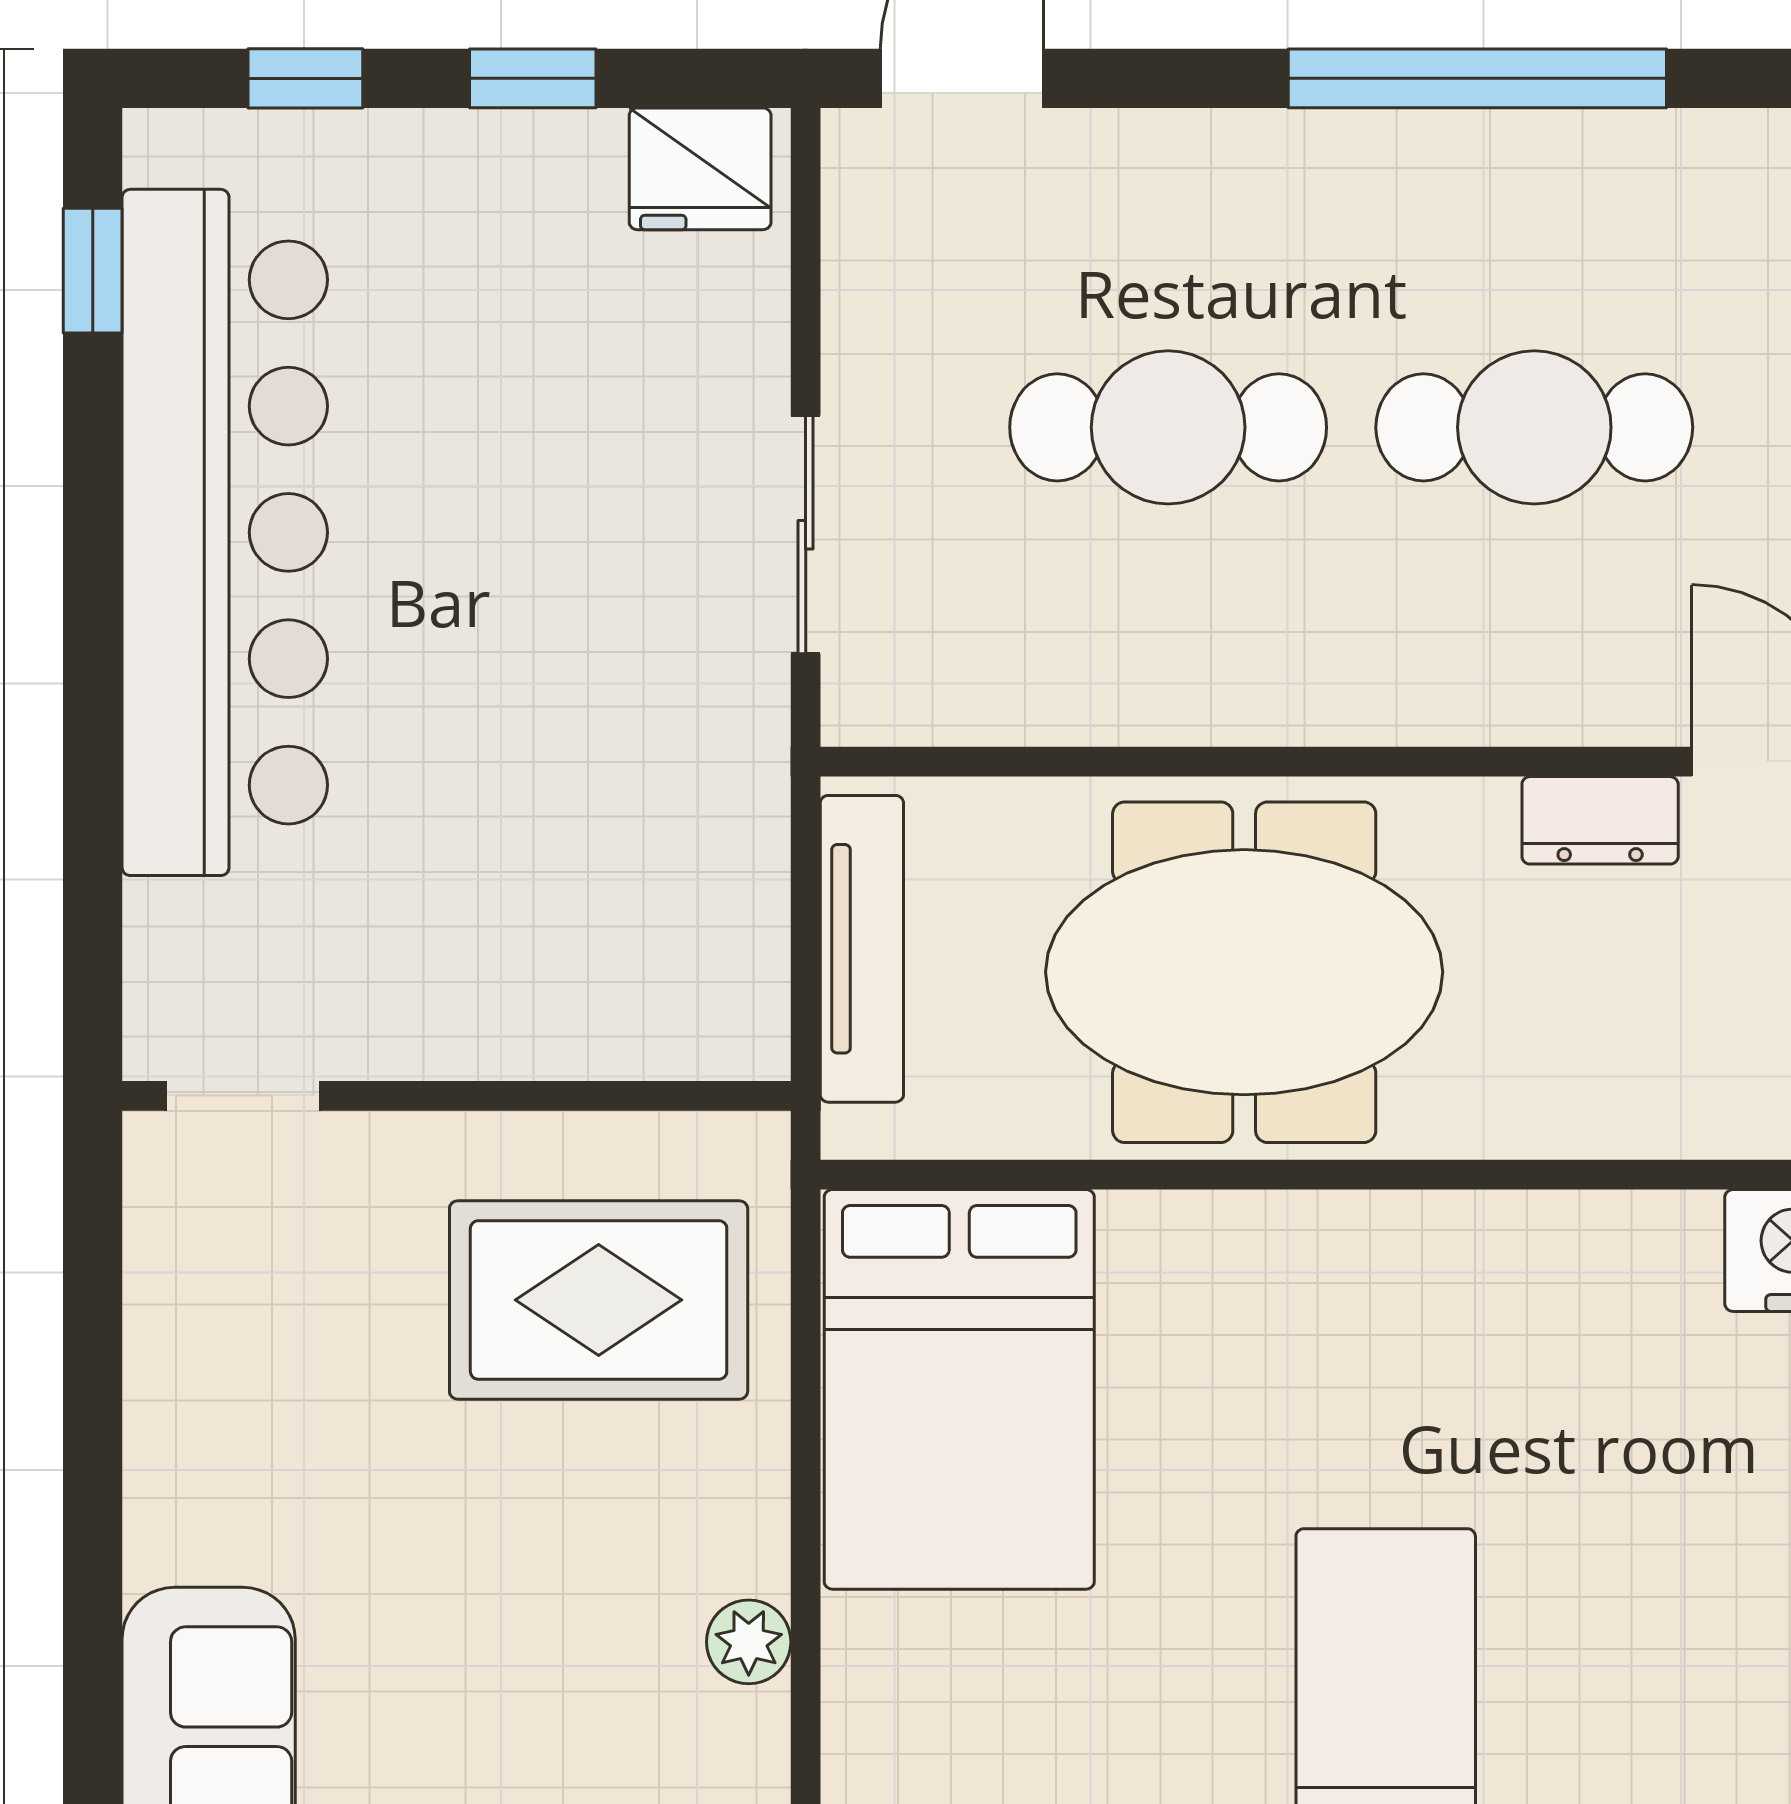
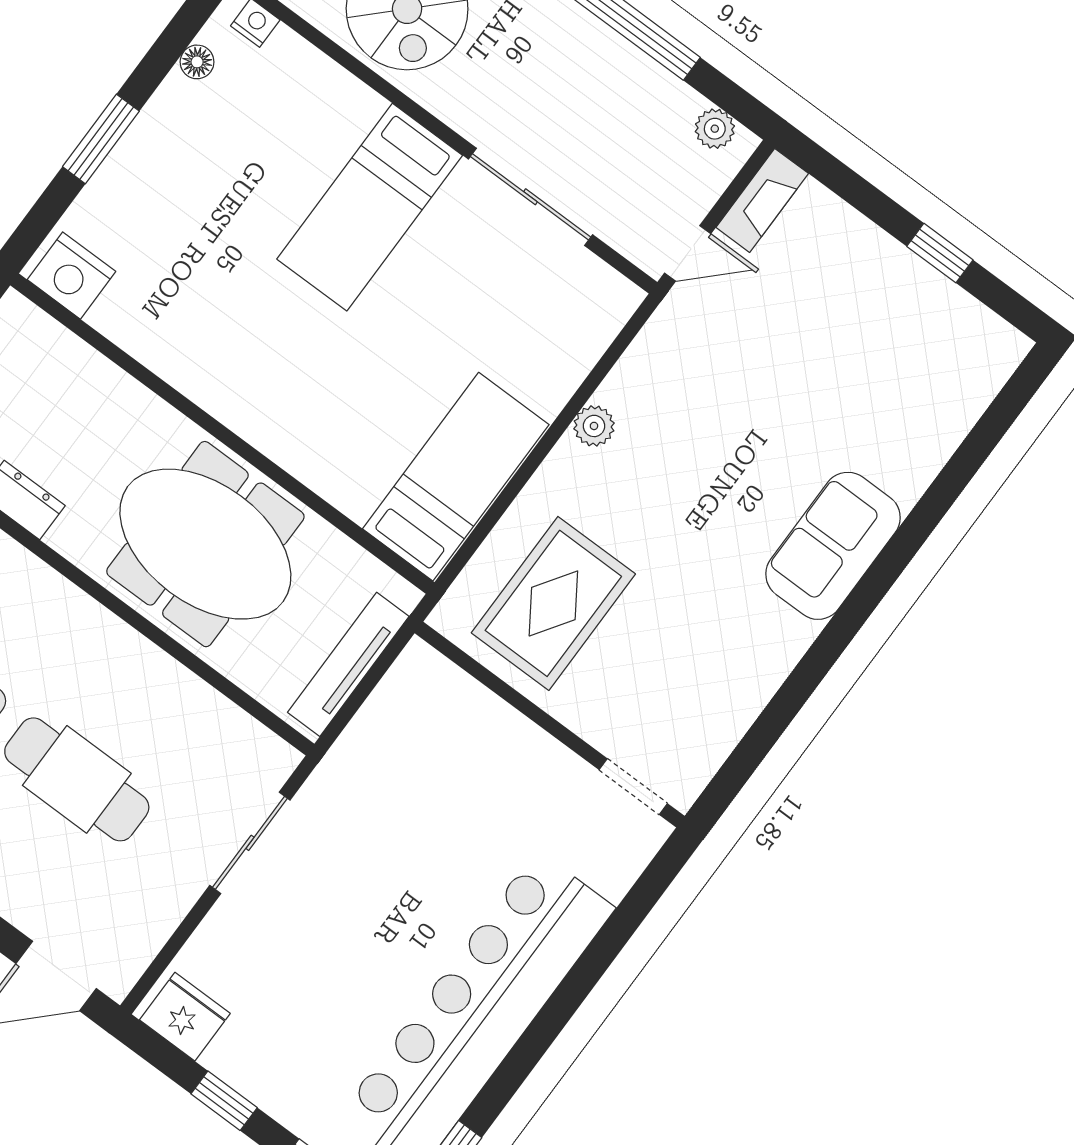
rug: (599, 1300) -> (553, 603), turned 90
bed: (959, 1389) -> (456, 477), width x0.67

